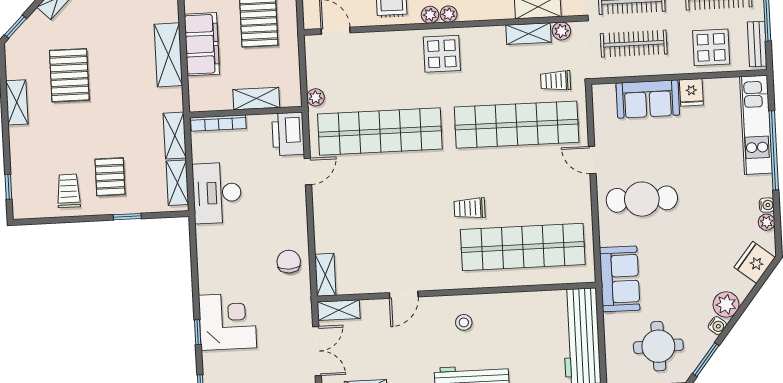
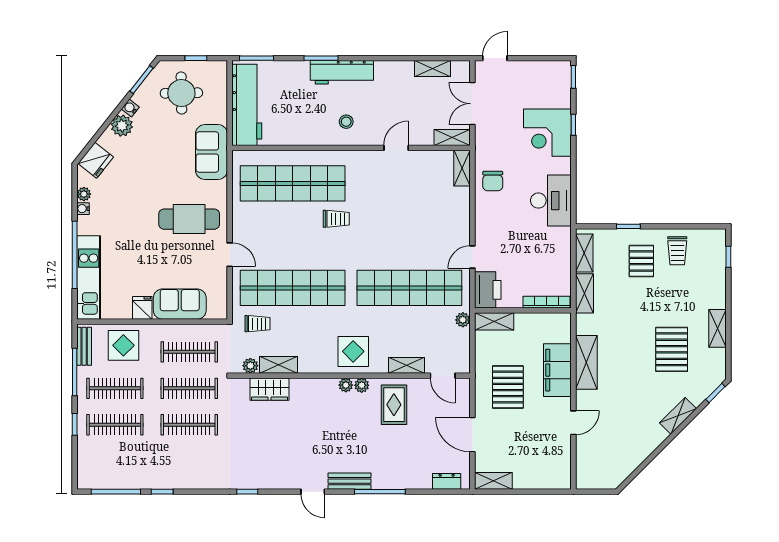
shelving: (379, 41) -> (407, 365), added
shelving: (256, 99) -> (494, 321), moved
desk: (217, 193) -> (551, 201), moved

